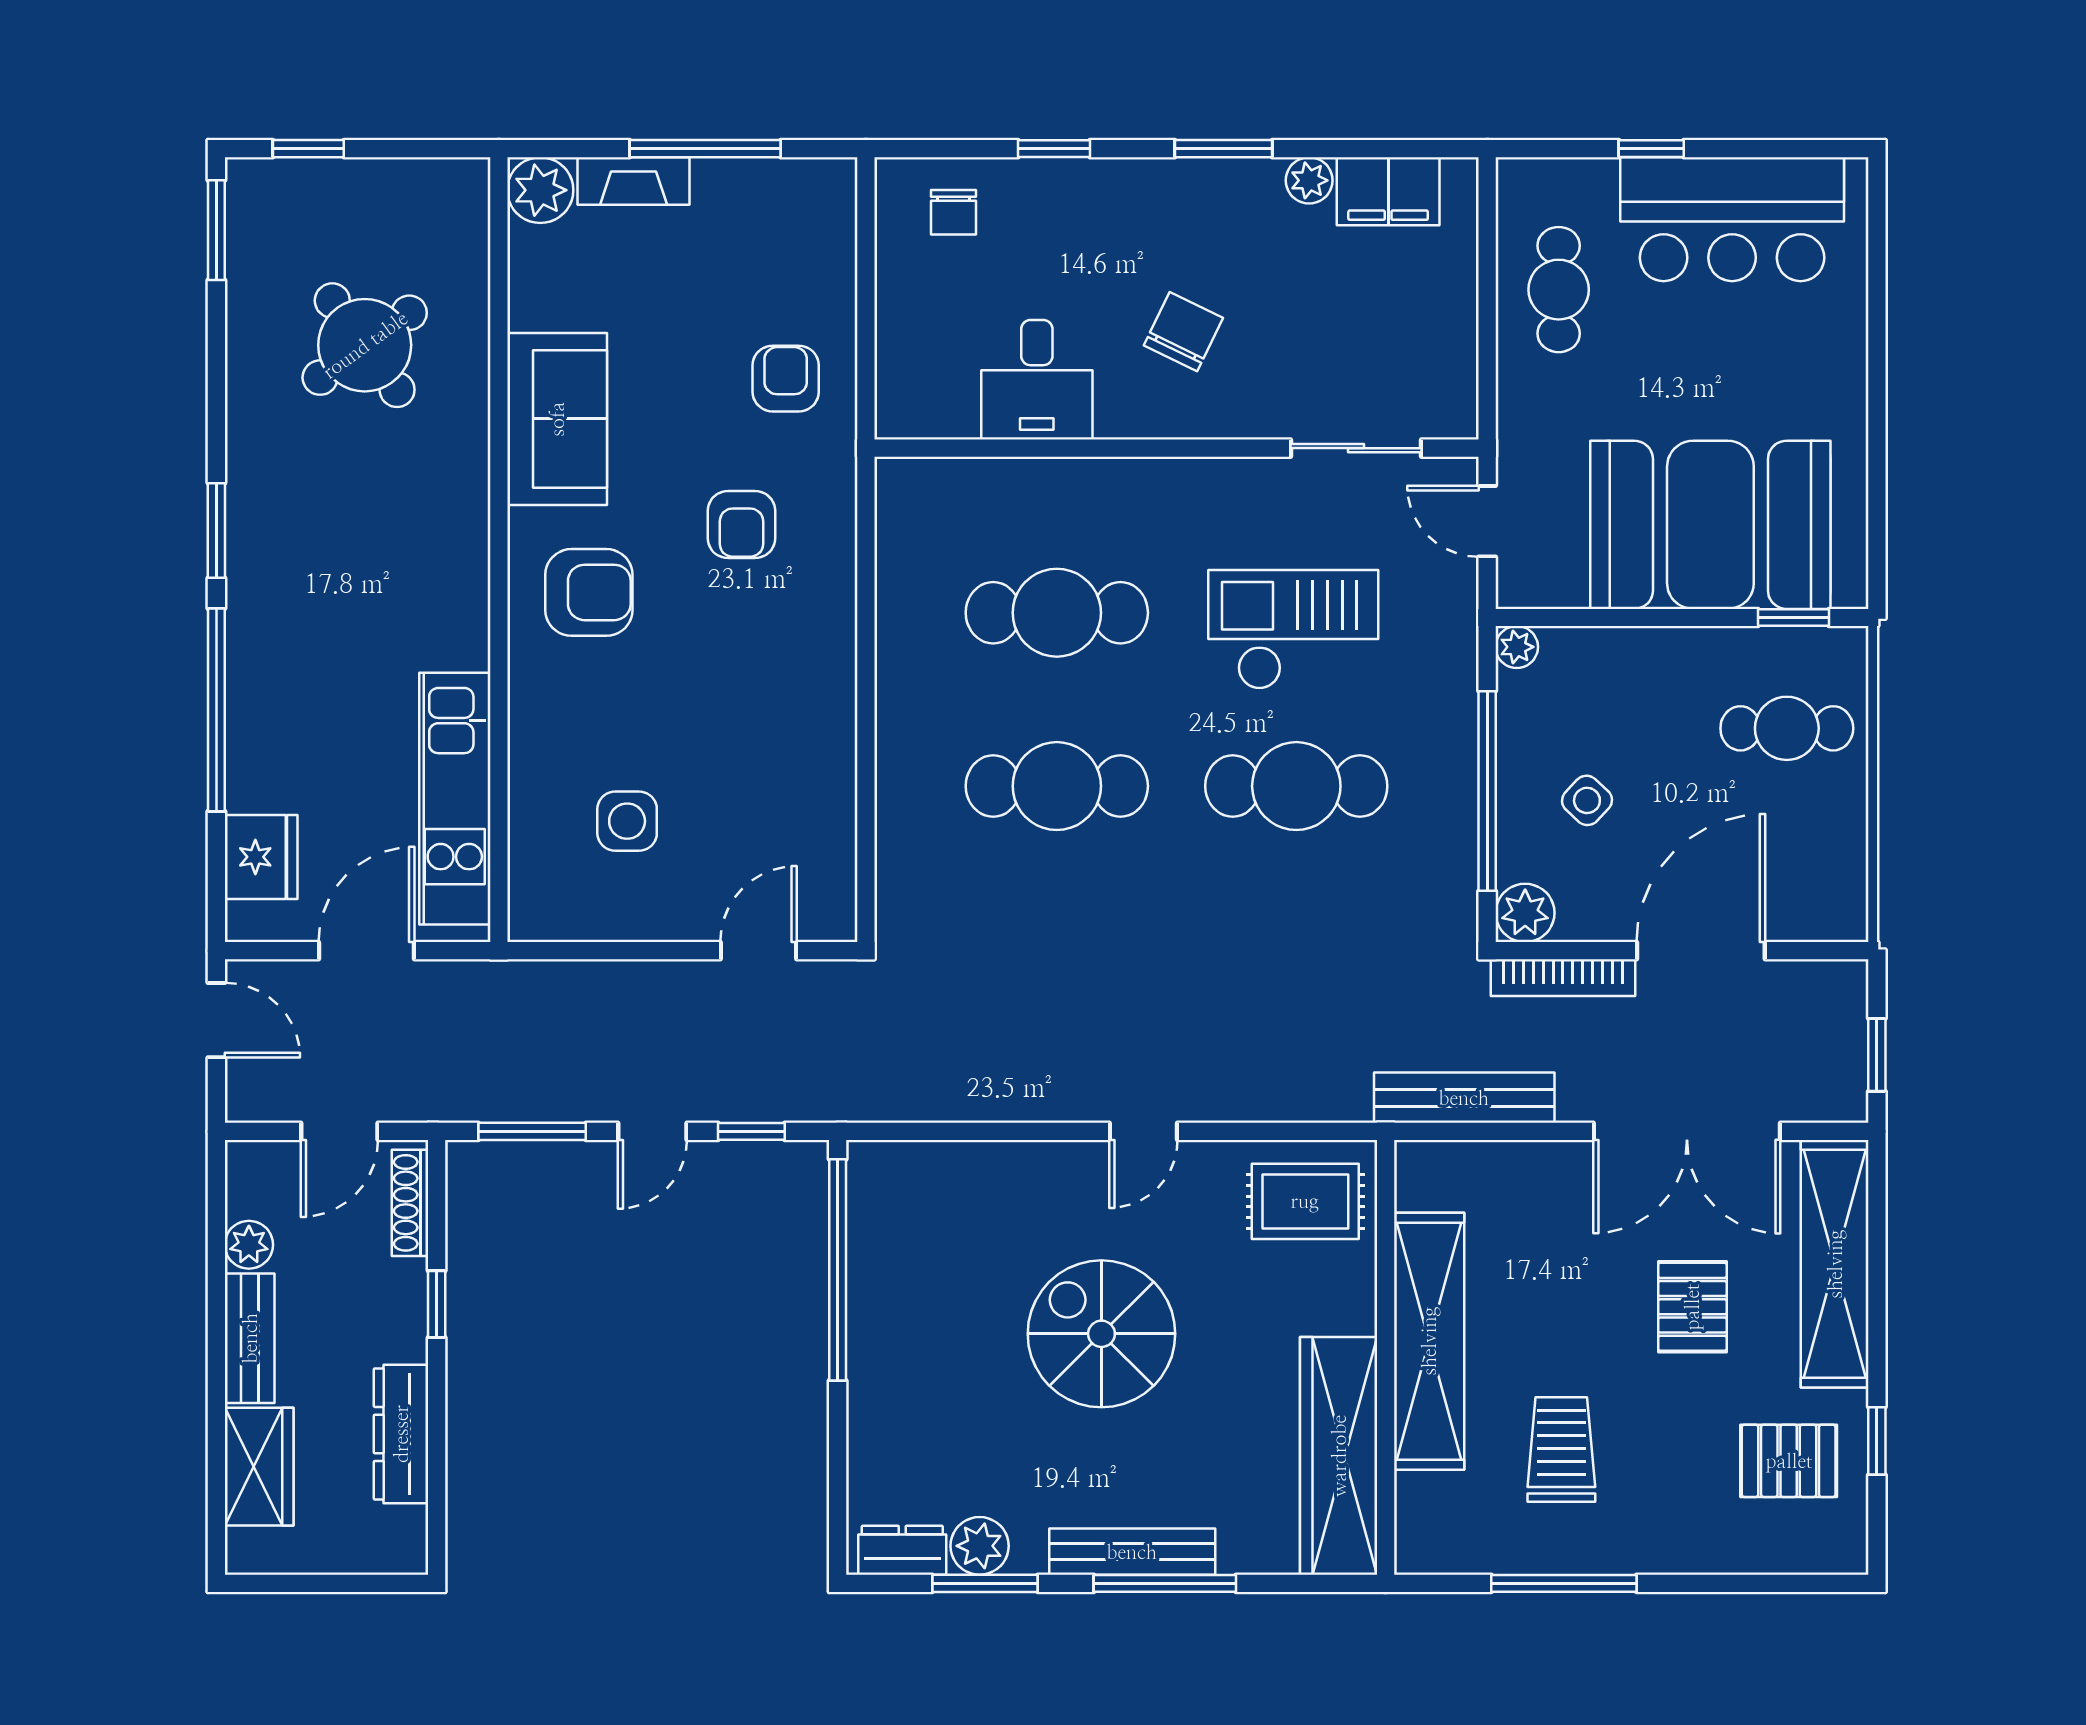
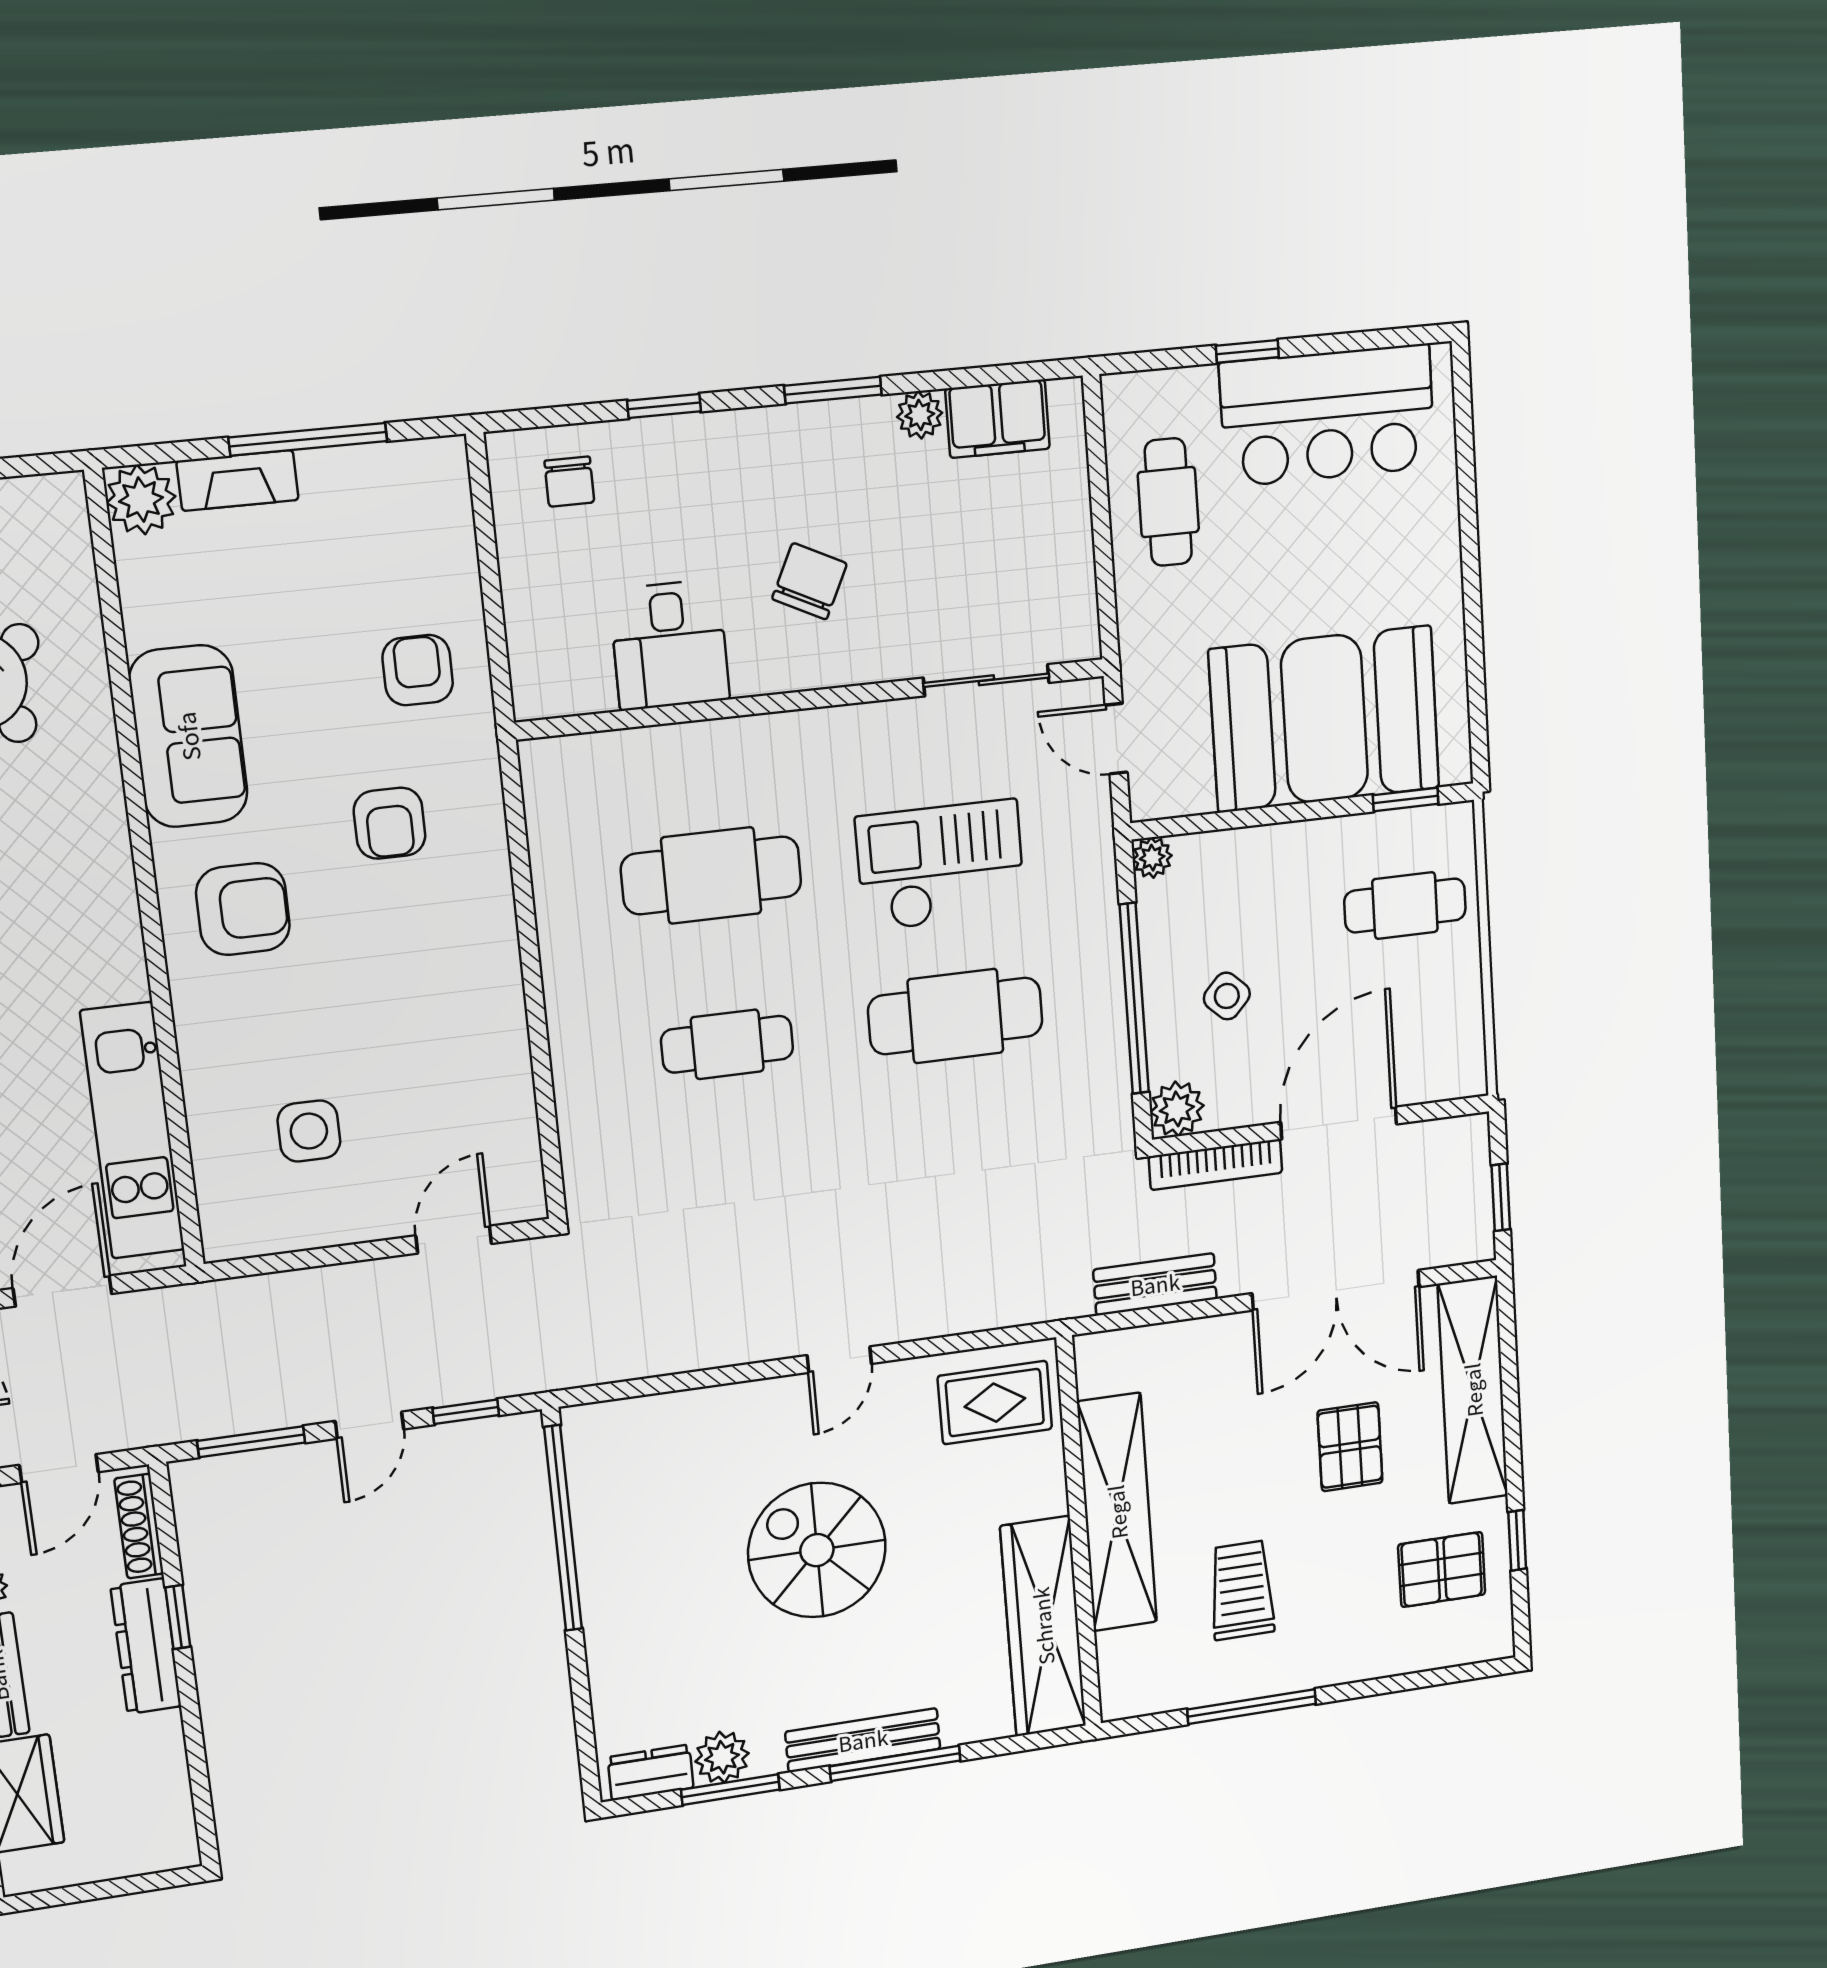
cafe table: (1057, 786) -> (727, 1044), width x0.73, depth x0.74
bench: (1464, 1098) -> (1155, 1284), width x0.73
dresser: (401, 1434) -> (146, 1646), moved

